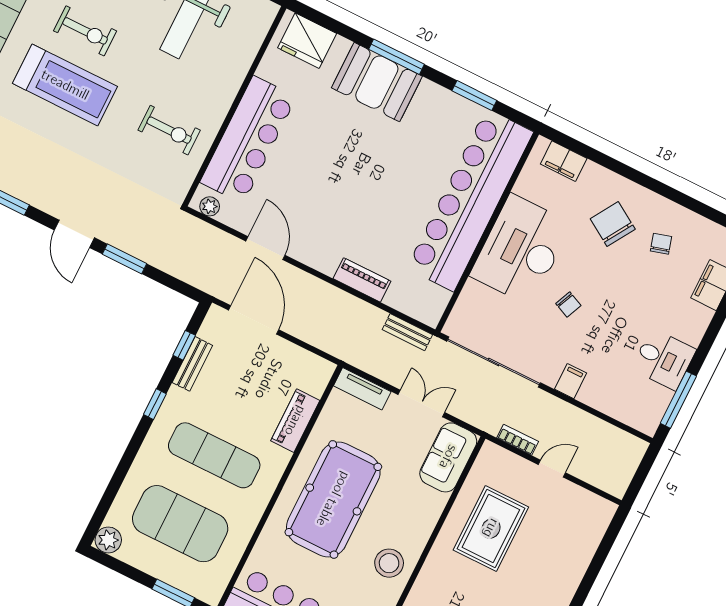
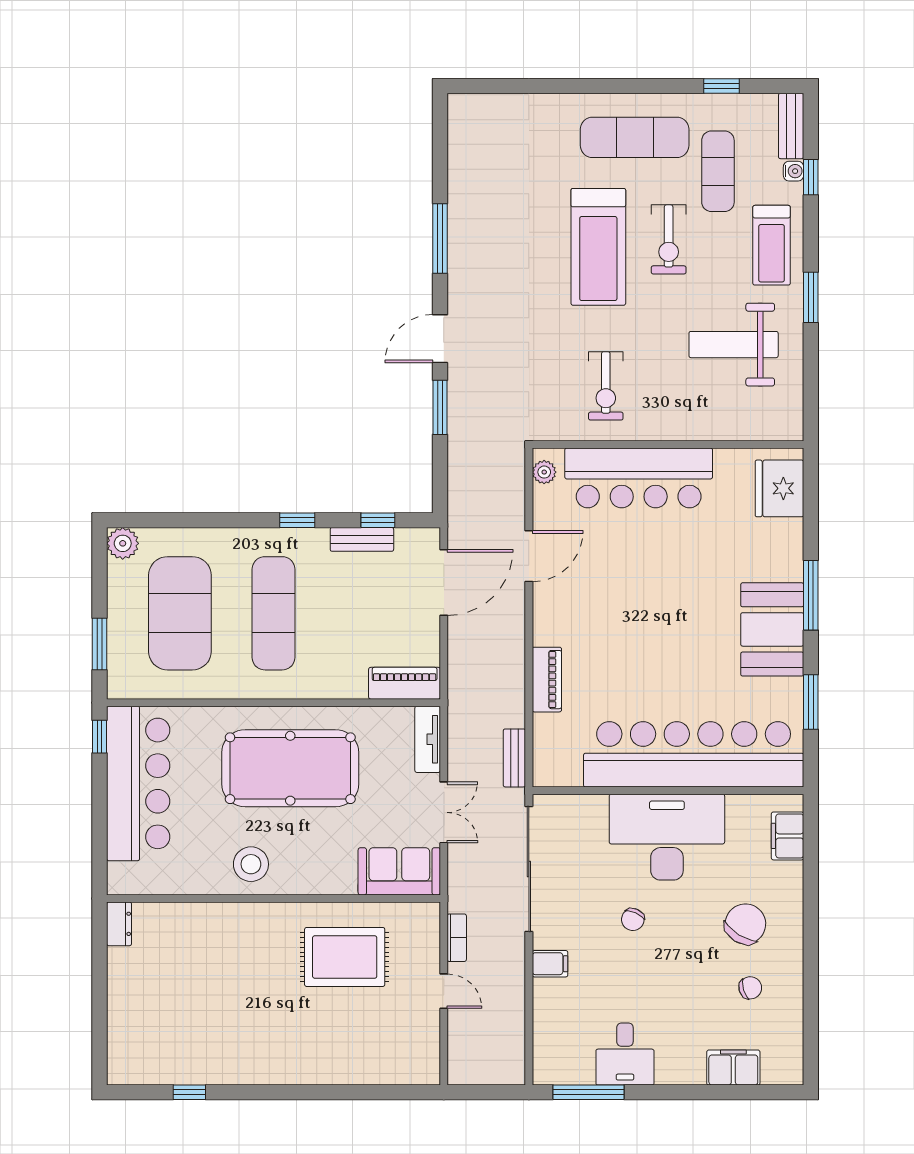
booth: (377, 82) -> (772, 629), moved
piano: (295, 421) -> (405, 683), moved

